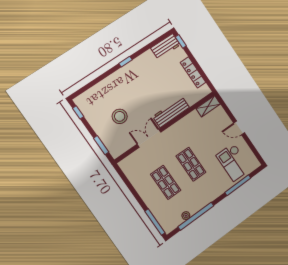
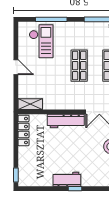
workbench: (165, 47) -> (67, 179), moved
locker: (193, 72) -> (24, 131), moved

